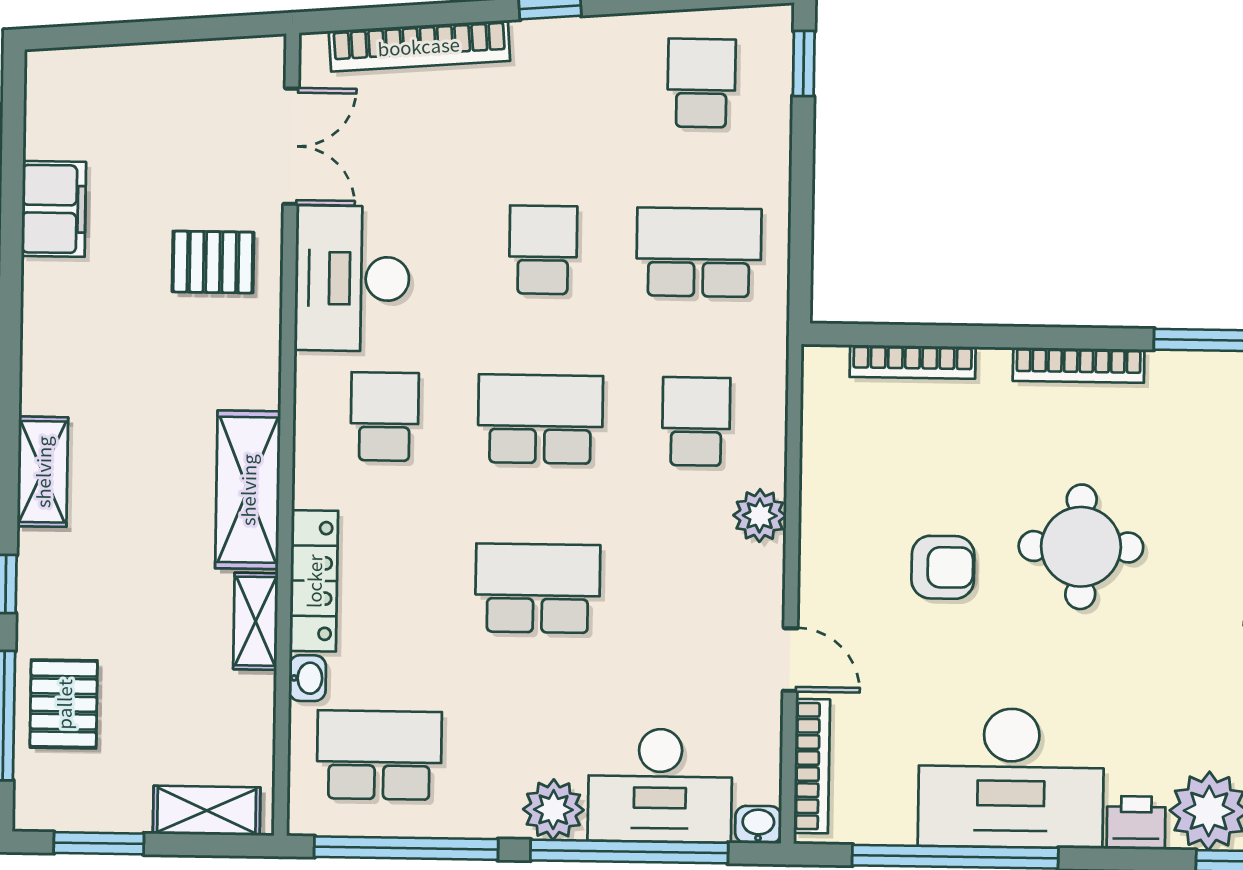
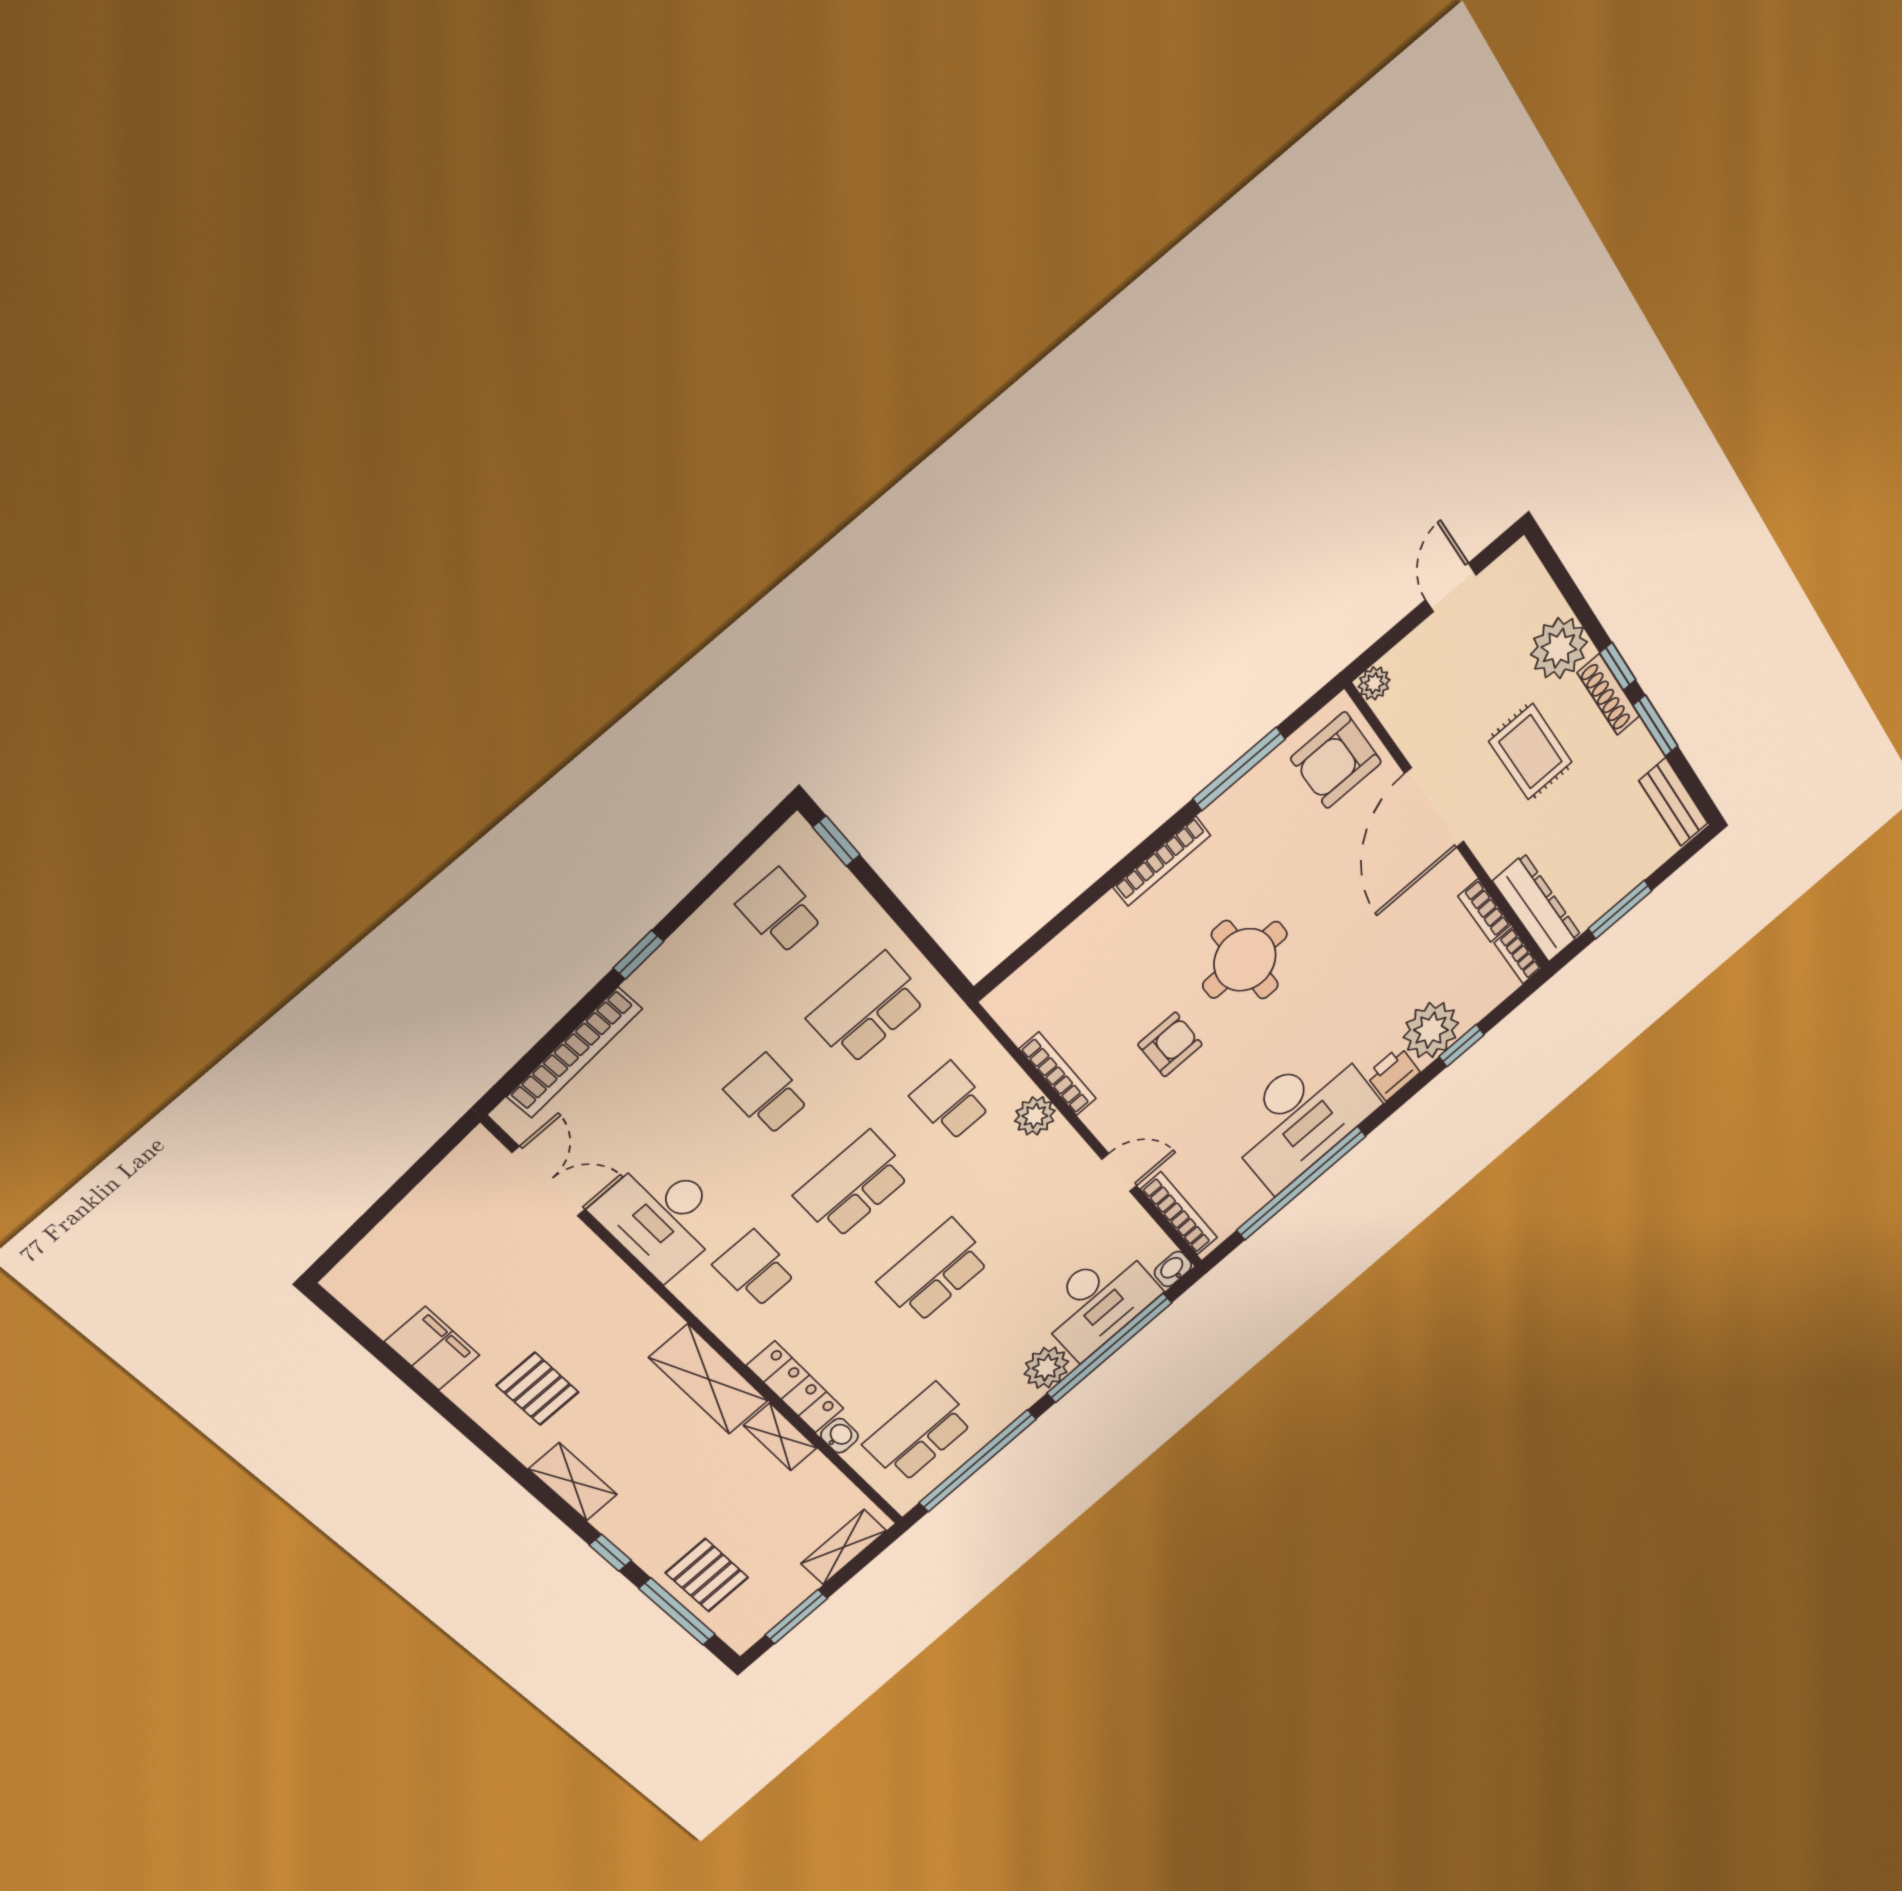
pallet: (213, 262) -> (538, 1389), moved, turned 90
bookcase: (913, 362) -> (1058, 1074), moved, turned -90

